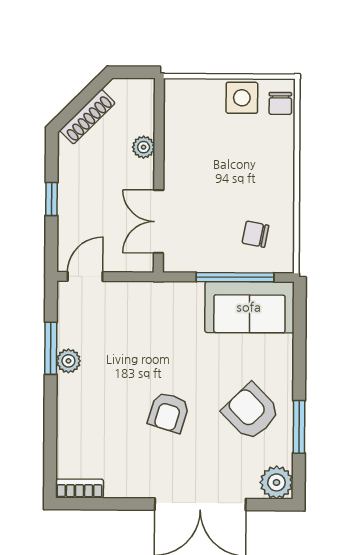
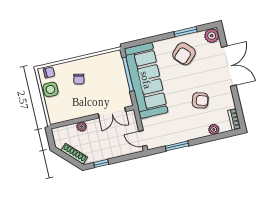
window: (52, 199) -> (101, 163), moved
chair: (255, 234) -> (79, 79), moved
sofa: (249, 307) -> (146, 80), width x1.85, depth x1.27
plant: (68, 361) -> (214, 129), moved
armchair: (169, 412) -> (200, 100), moved

